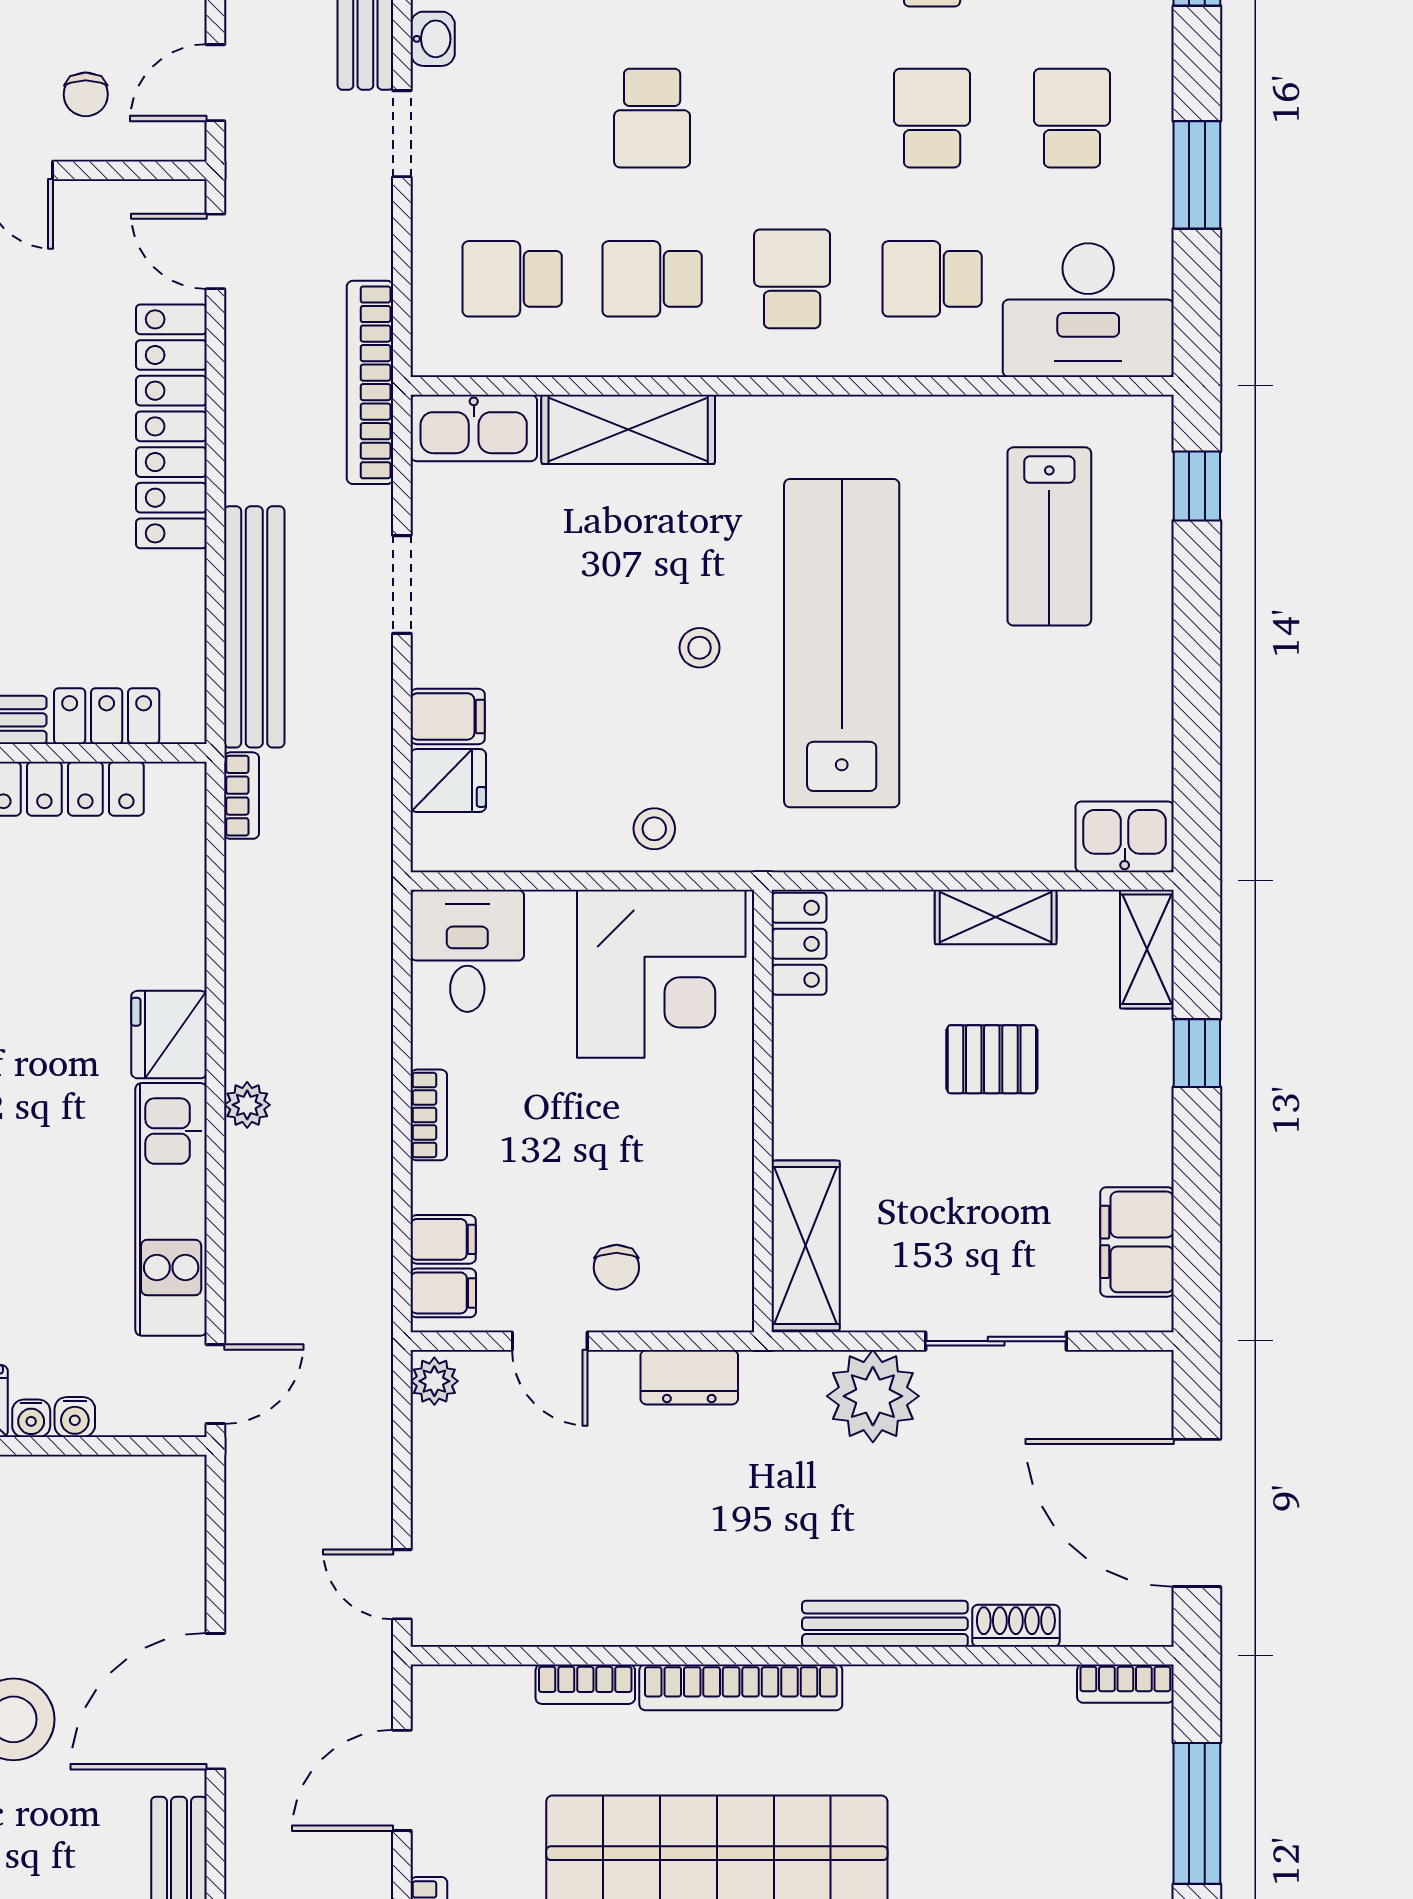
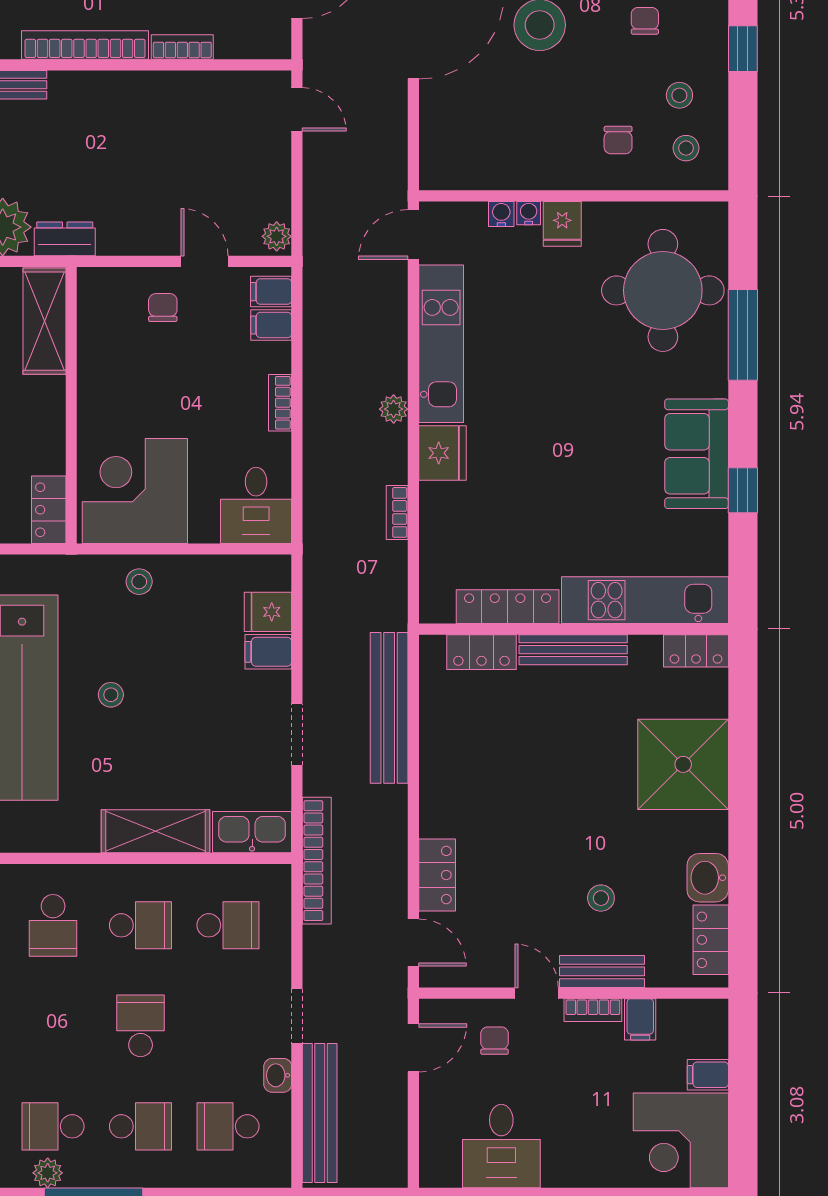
locker: (171, 426) -> (437, 875), width x0.46, depth x0.83
bookcase: (242, 796) -> (397, 512), moved
dresser: (689, 1377) -> (65, 239), moved

